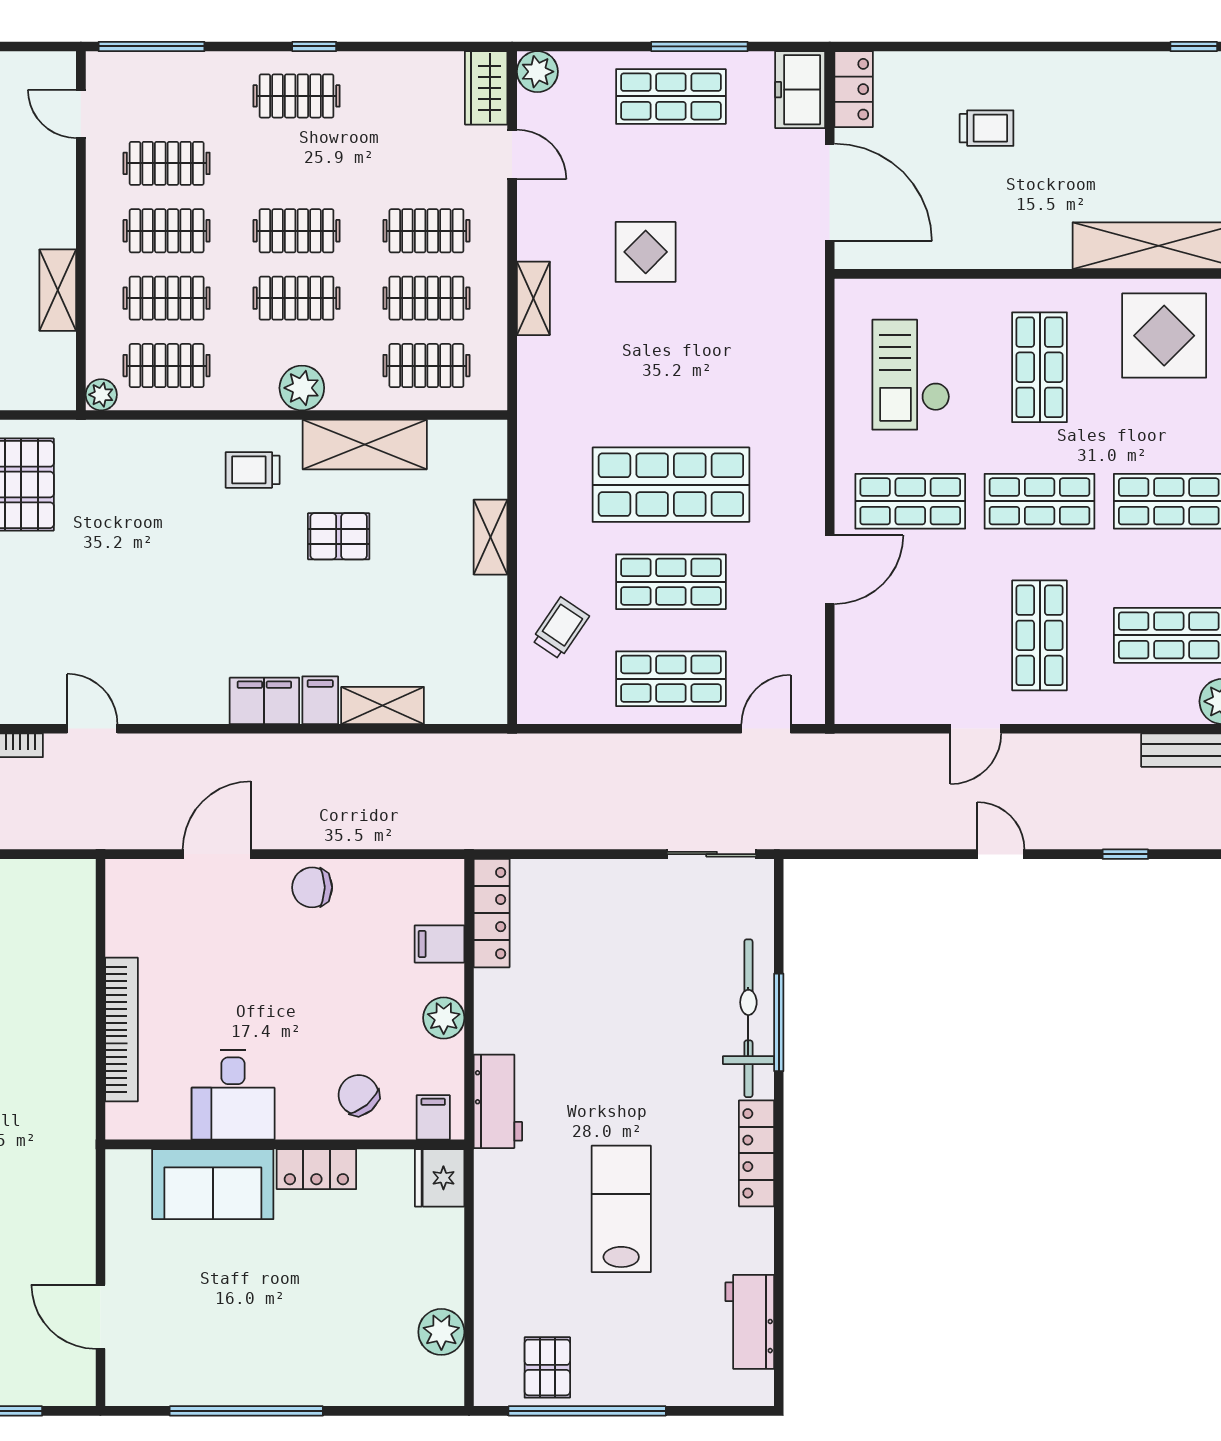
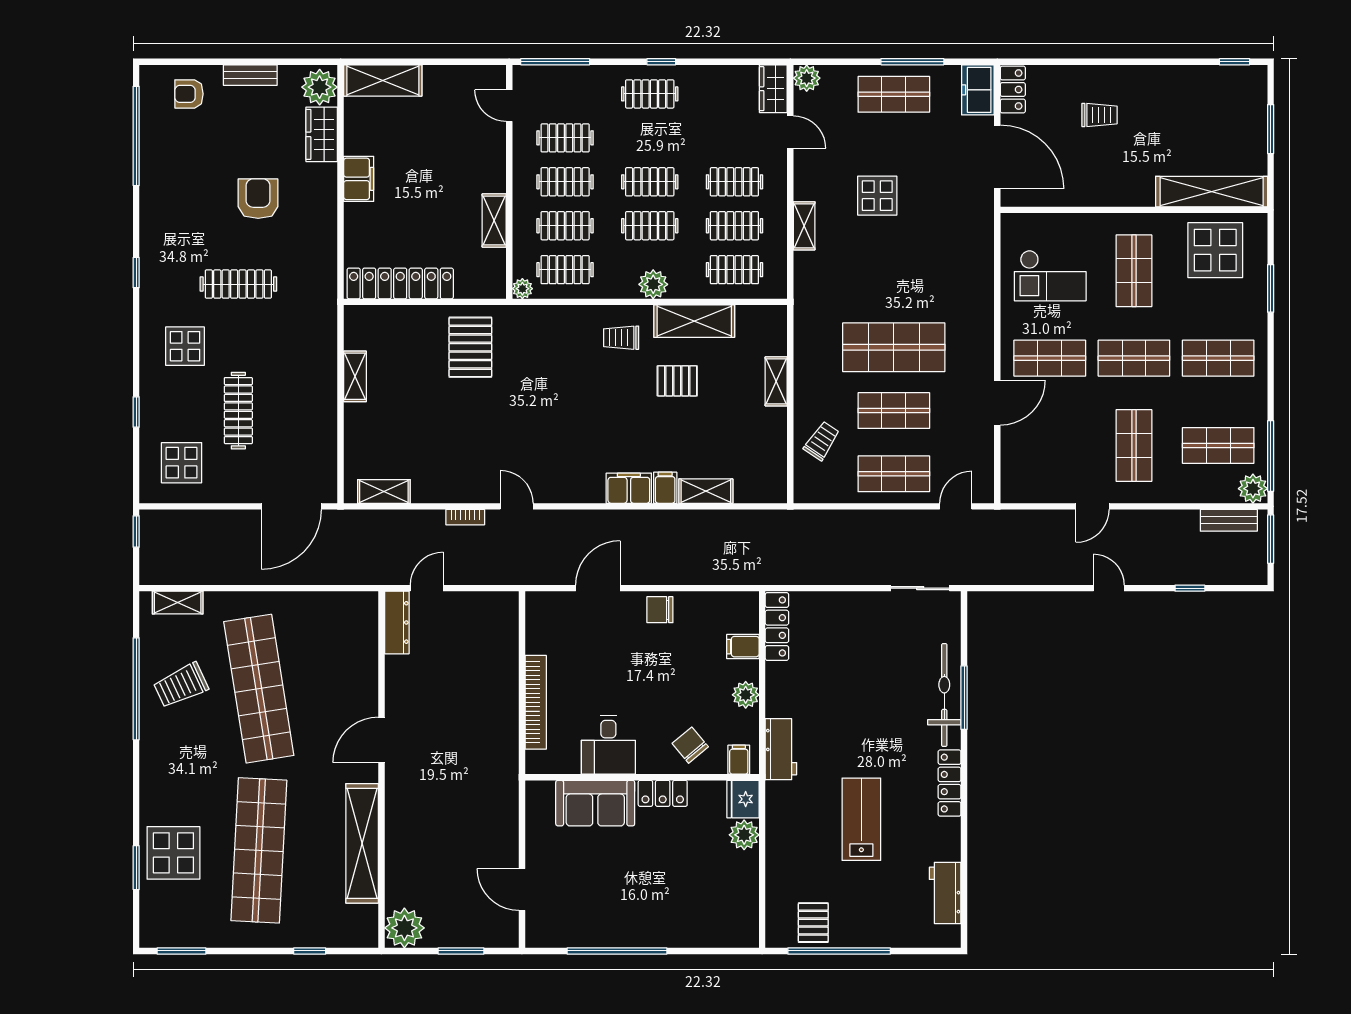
checkout: (911, 375) -> (1050, 276), turned -90
plant: (441, 1332) -> (744, 835), moved

